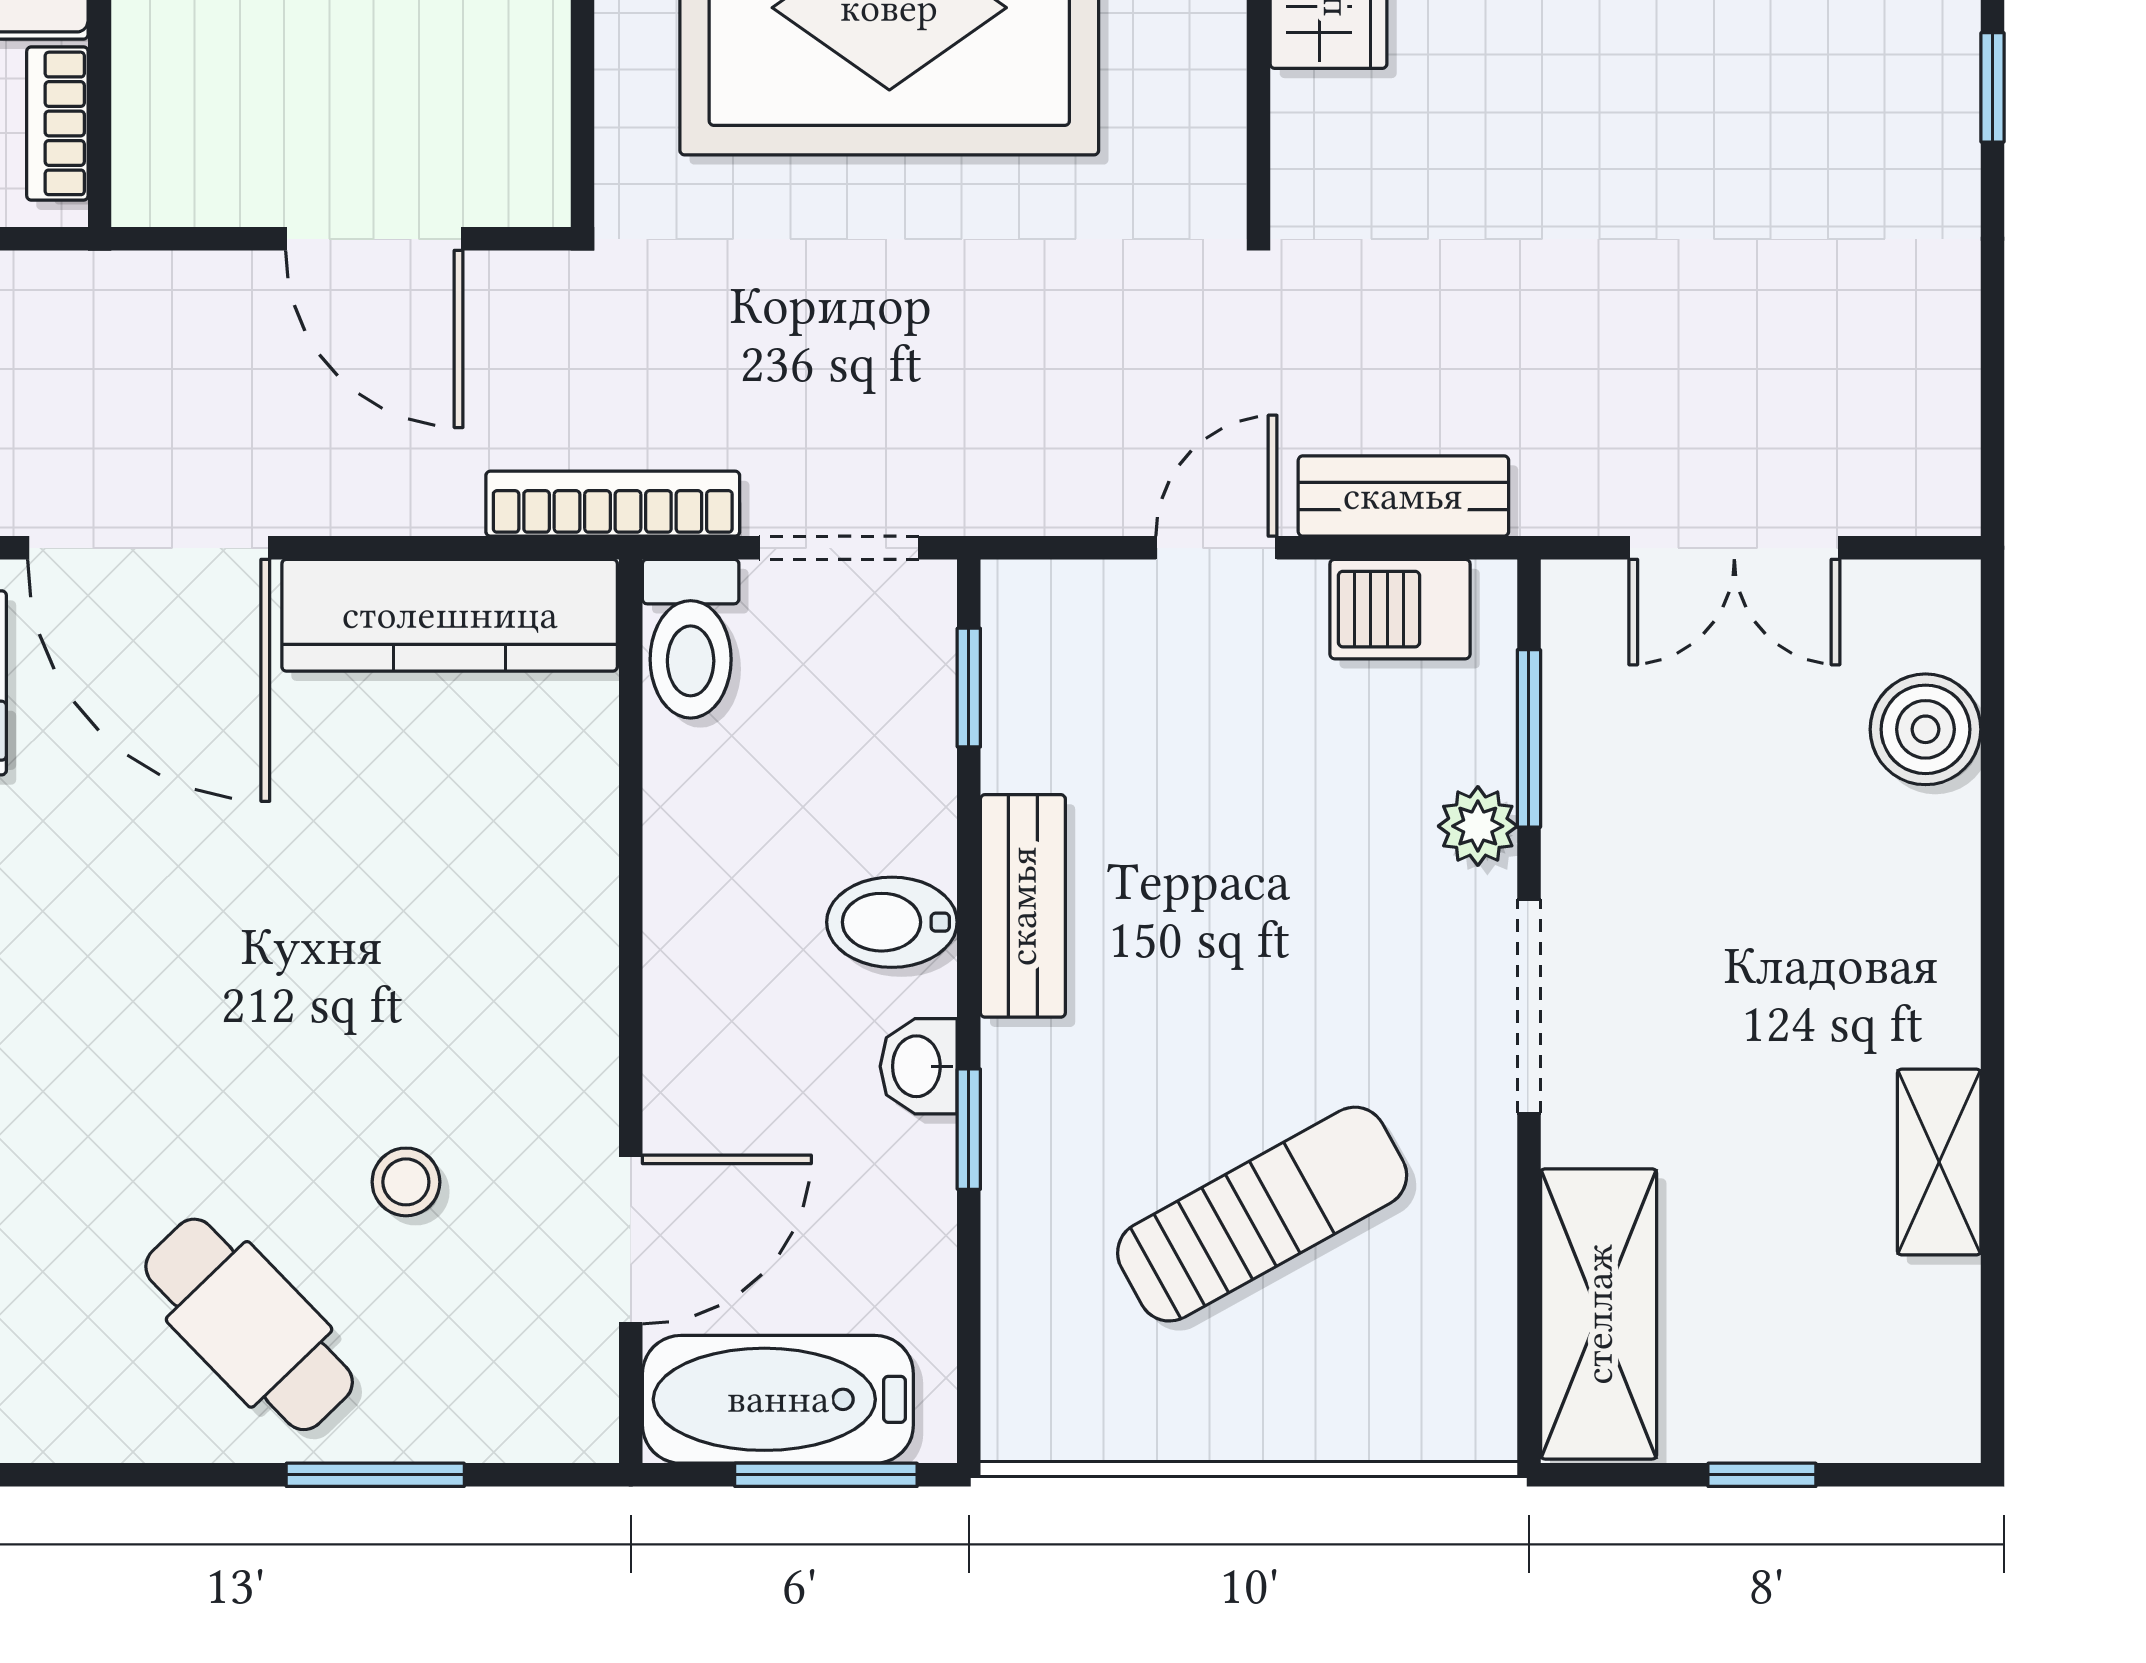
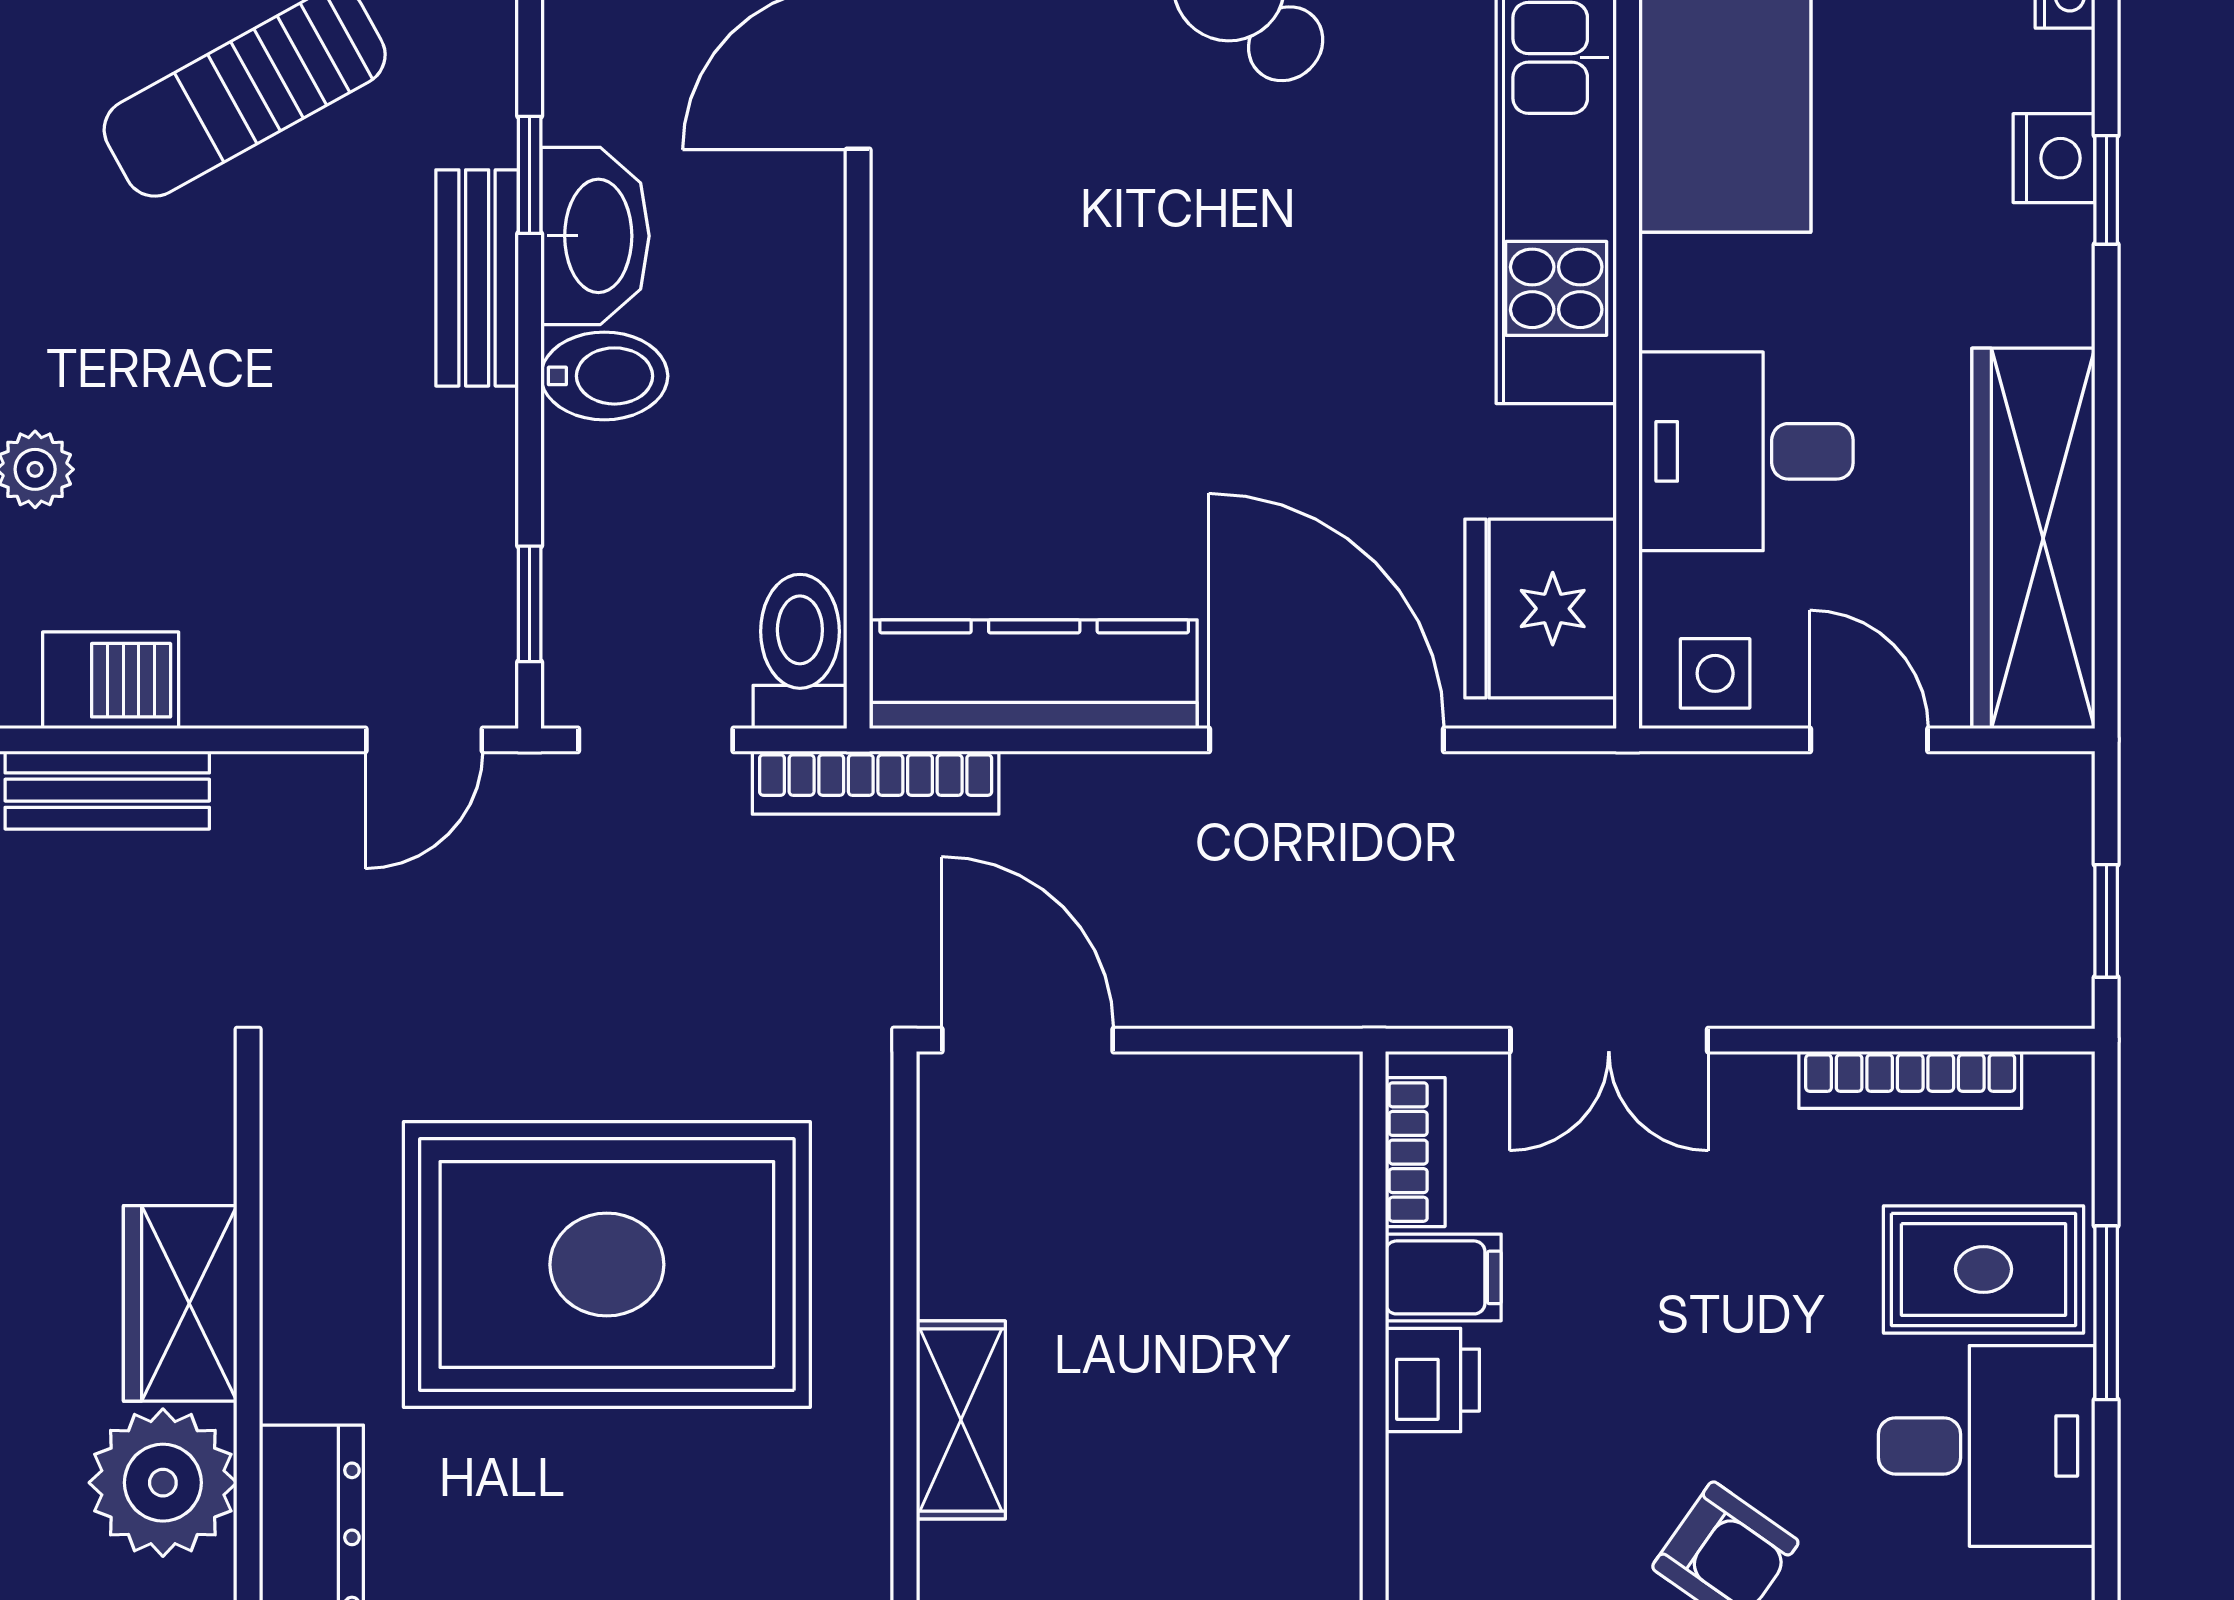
door: (374, 239) -> (1027, 1040), moved
door: (1216, 548) -> (424, 740), moved
bench: (1023, 906) -> (477, 278), moved
washbasin: (919, 1066) -> (595, 236), width x1.91, depth x1.45
stool: (406, 1182) -> (1077, 124), removed

